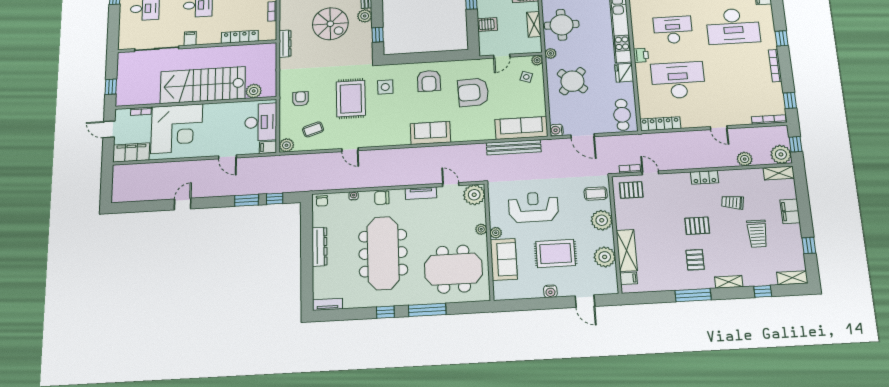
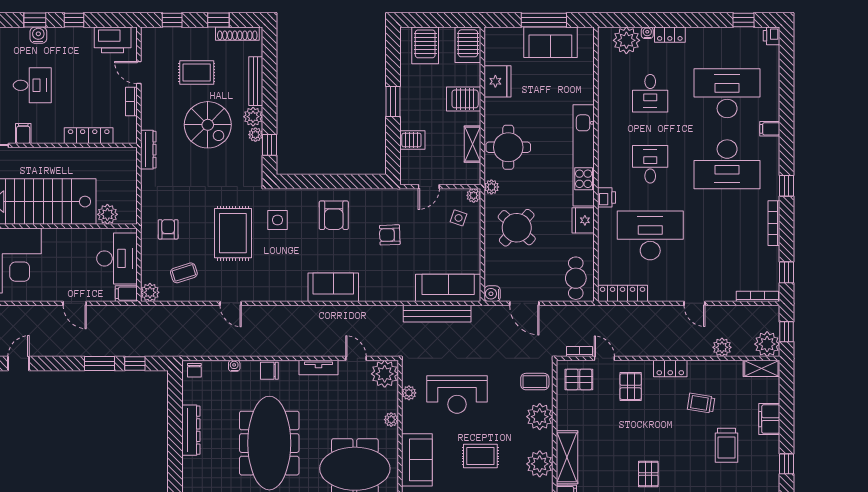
plant: (367, 28) -> (255, 135), added
desk: (673, 30) -> (650, 164), width x0.73
armchair: (473, 92) -> (390, 235), width x0.53, depth x0.53
reception desk: (533, 207) -> (457, 394), turned 180
pallet: (697, 226) -> (631, 387), moved, turned 90
plant: (496, 233) -> (409, 393), moved
rug: (556, 253) -> (480, 456), width x0.73, depth x0.70

